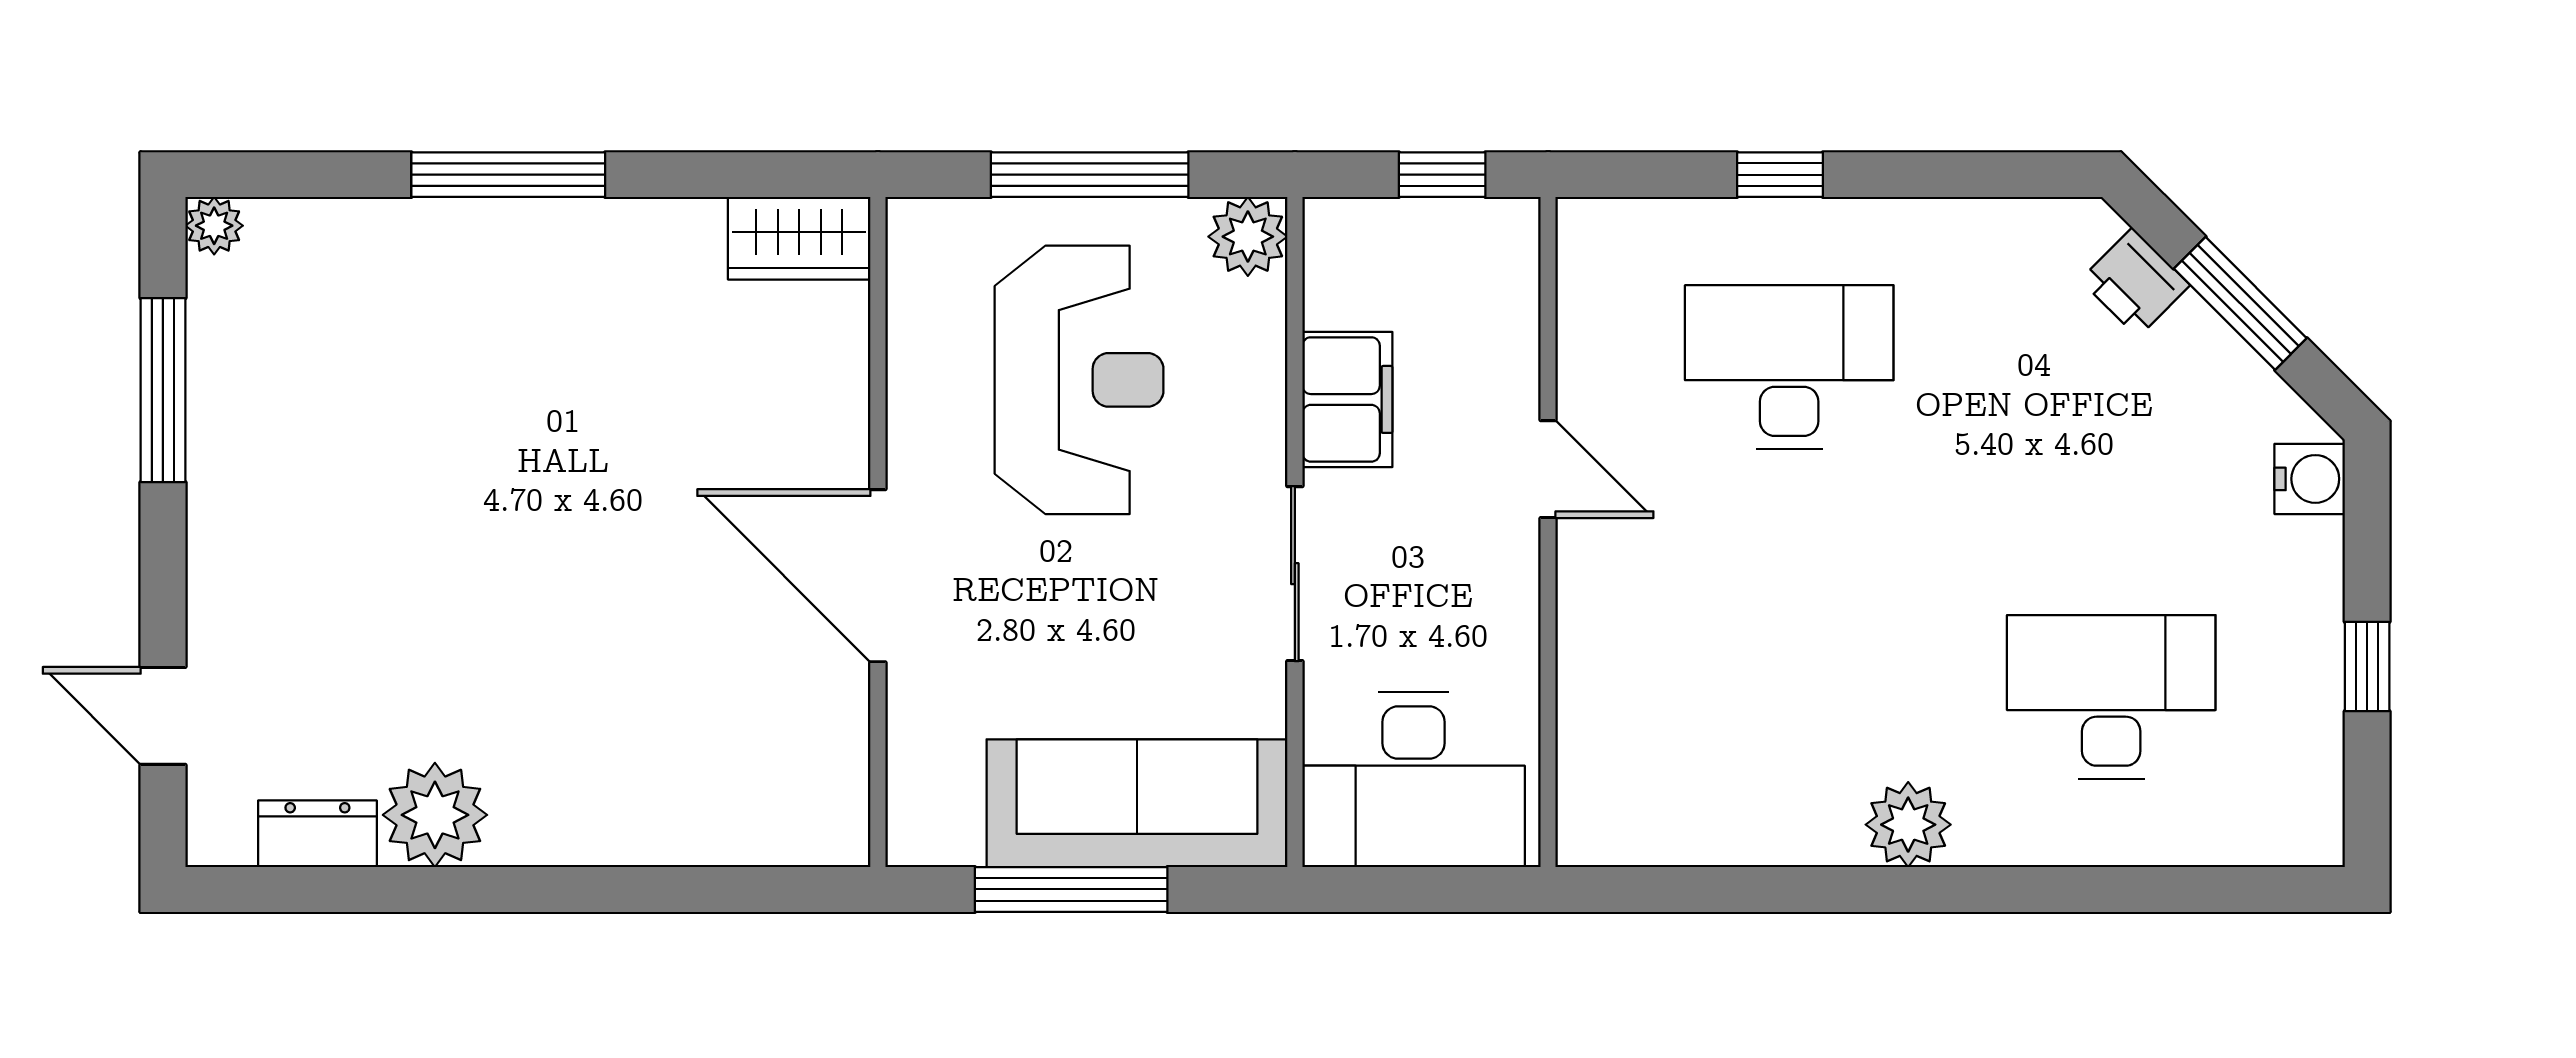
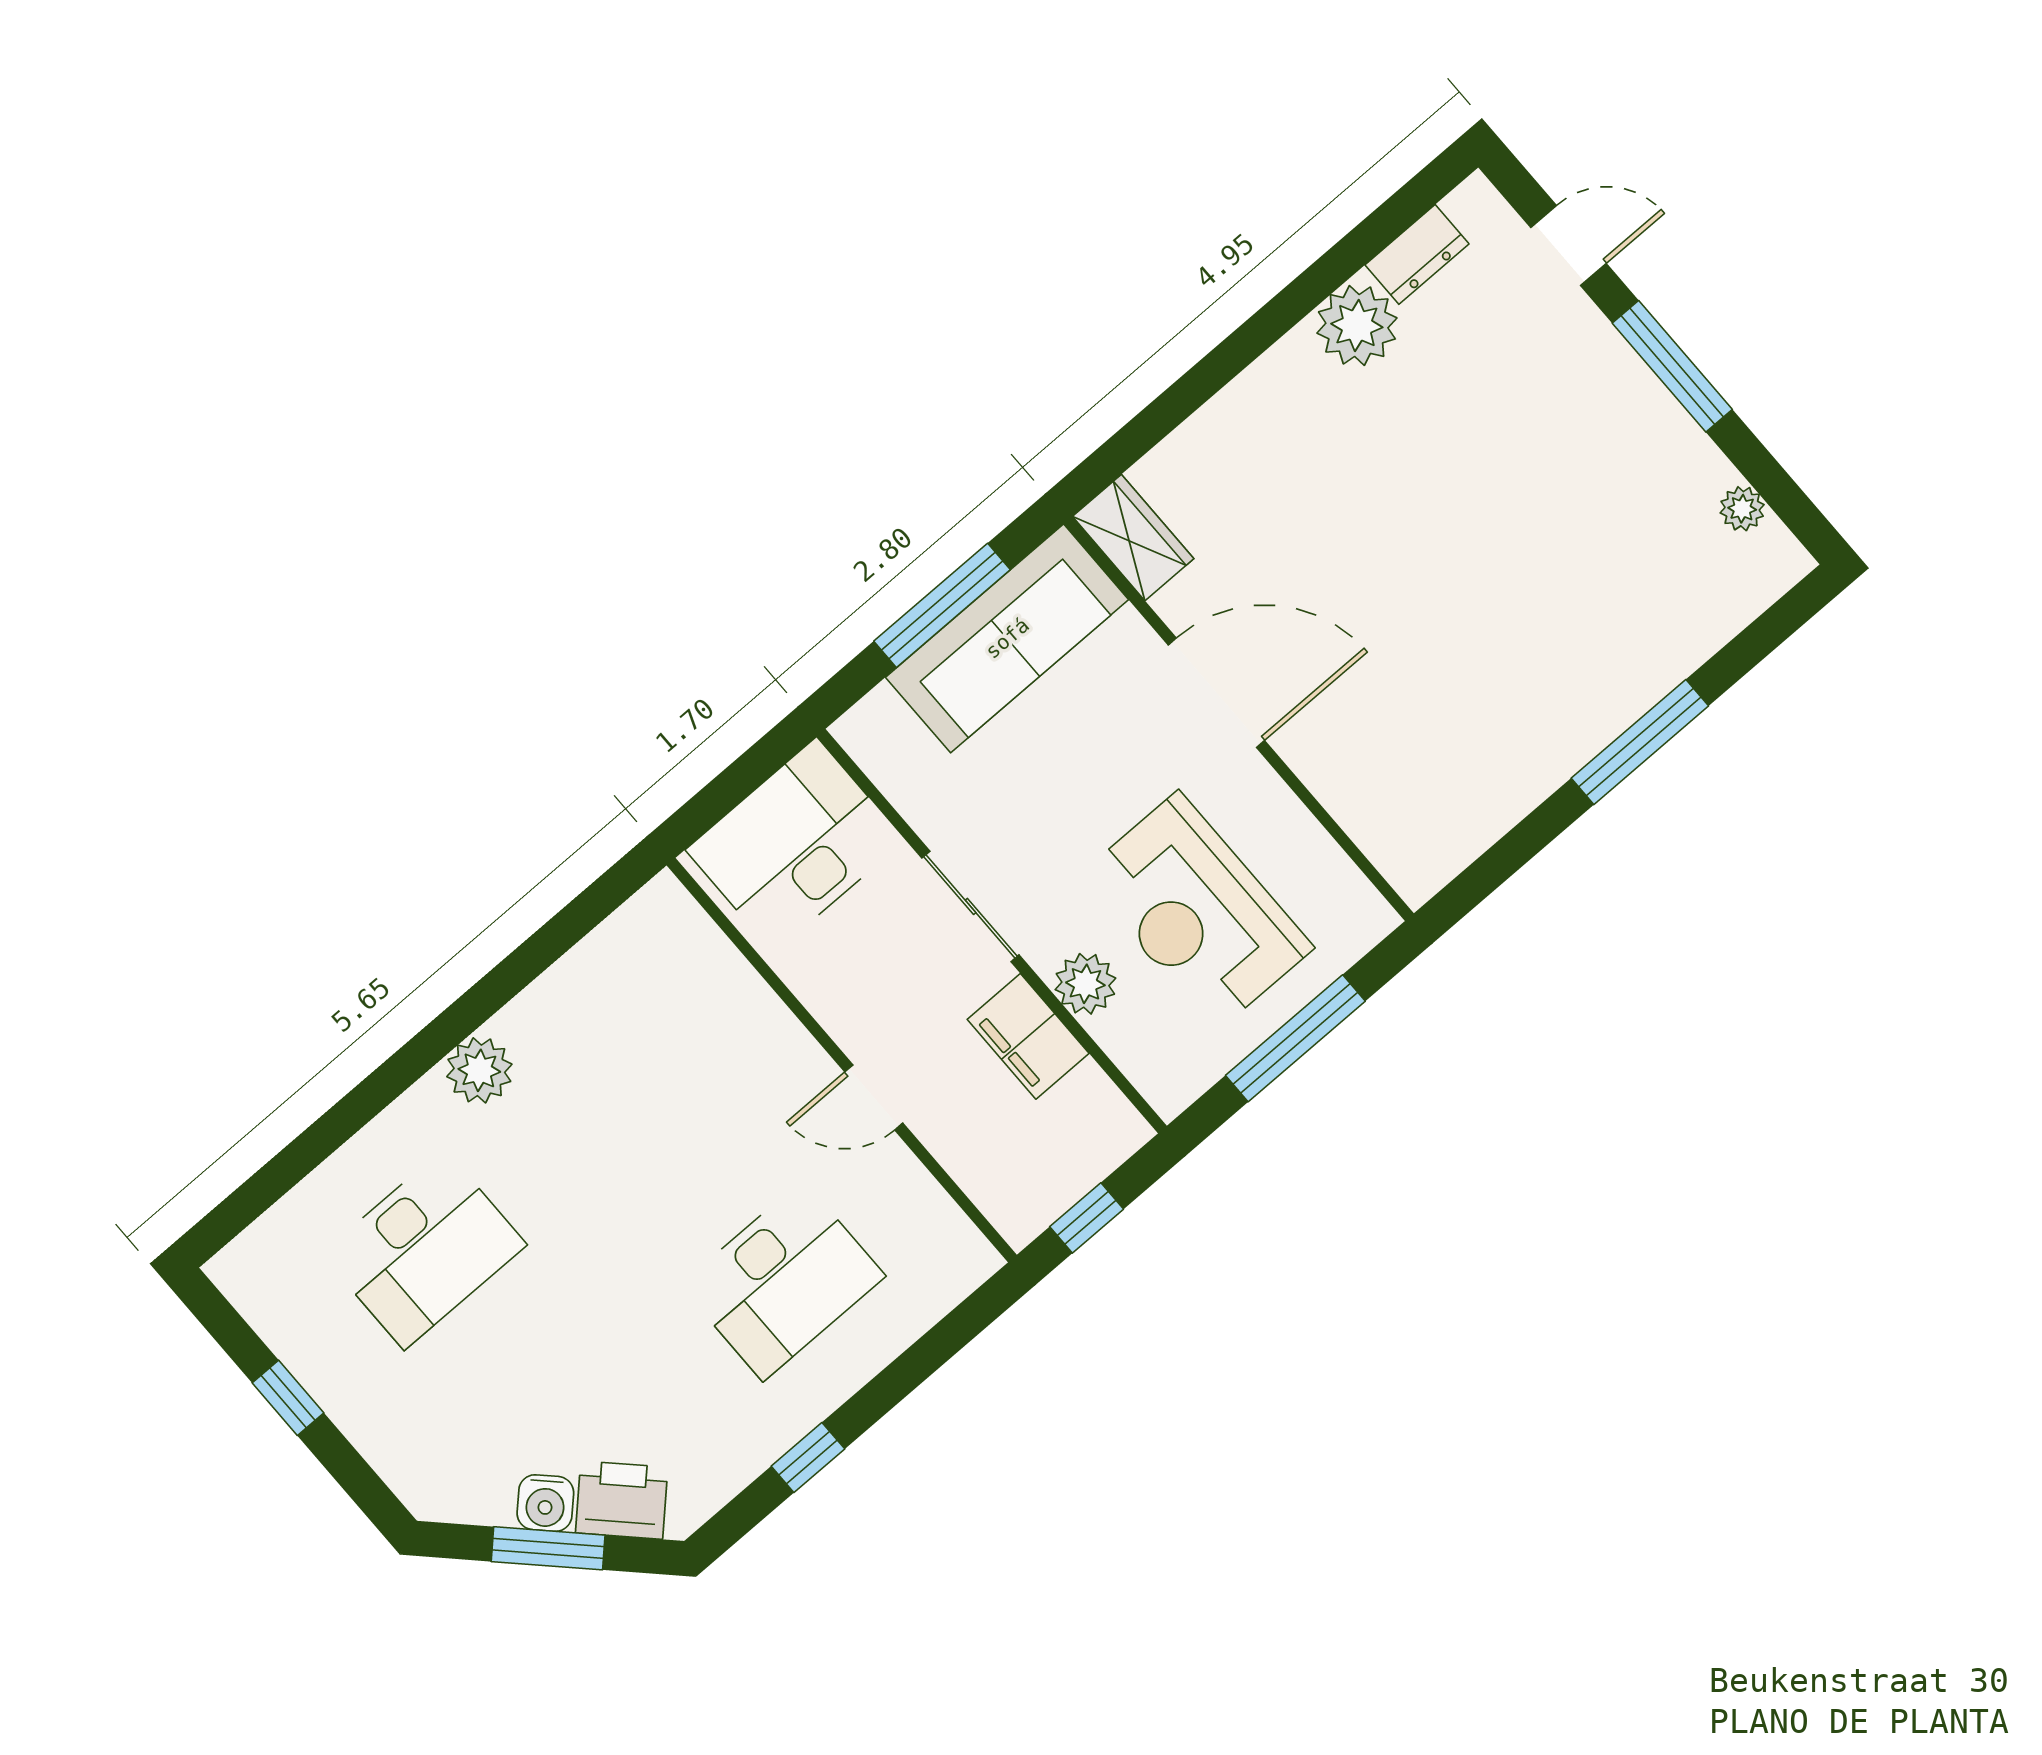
window: (1780, 175) -> (808, 1458), moved
plant: (214, 226) -> (1742, 509), moved
plant: (1248, 237) -> (1085, 984), moved
wardrobe: (799, 238) -> (1133, 538), moved, turned 90
printer: (2135, 282) -> (622, 1500), width x1.36, depth x1.24
window: (163, 390) -> (1672, 366), moved
water cooler: (2310, 479) -> (545, 1503), moved, turned -45
sofa: (1137, 803) -> (1007, 638), moved

